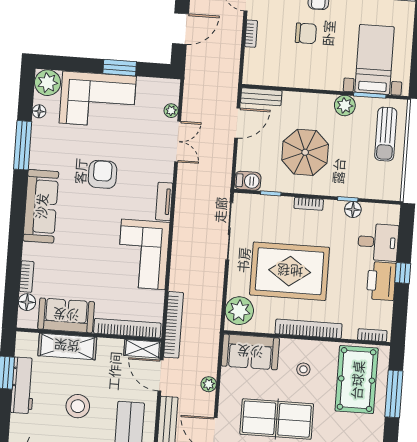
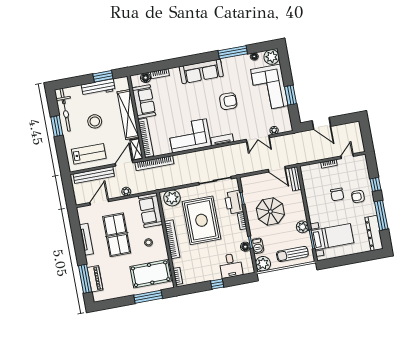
barbecue: (248, 181) -> (258, 246), moved
plant: (389, 188) -> (263, 264), added
printer: (381, 281) -> (234, 202), moved, turned -90
shelving: (67, 346) -> (128, 114), width x1.47

